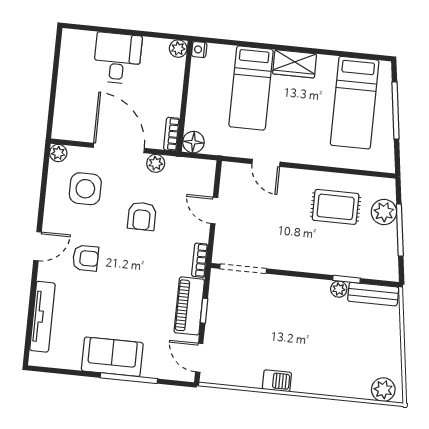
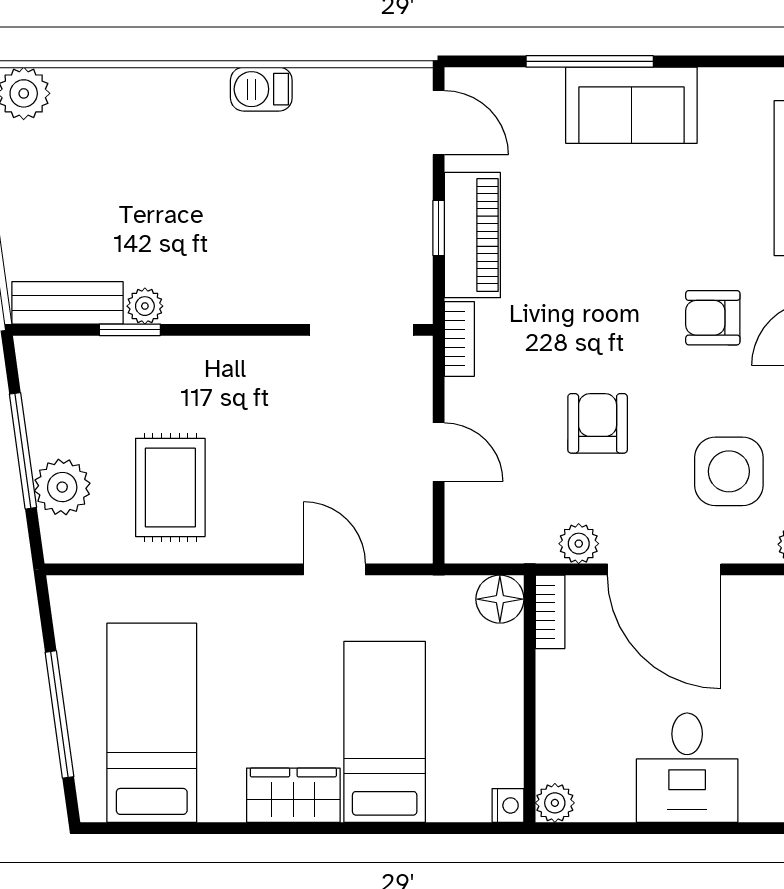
rug: (336, 207) -> (170, 487), turned 90

